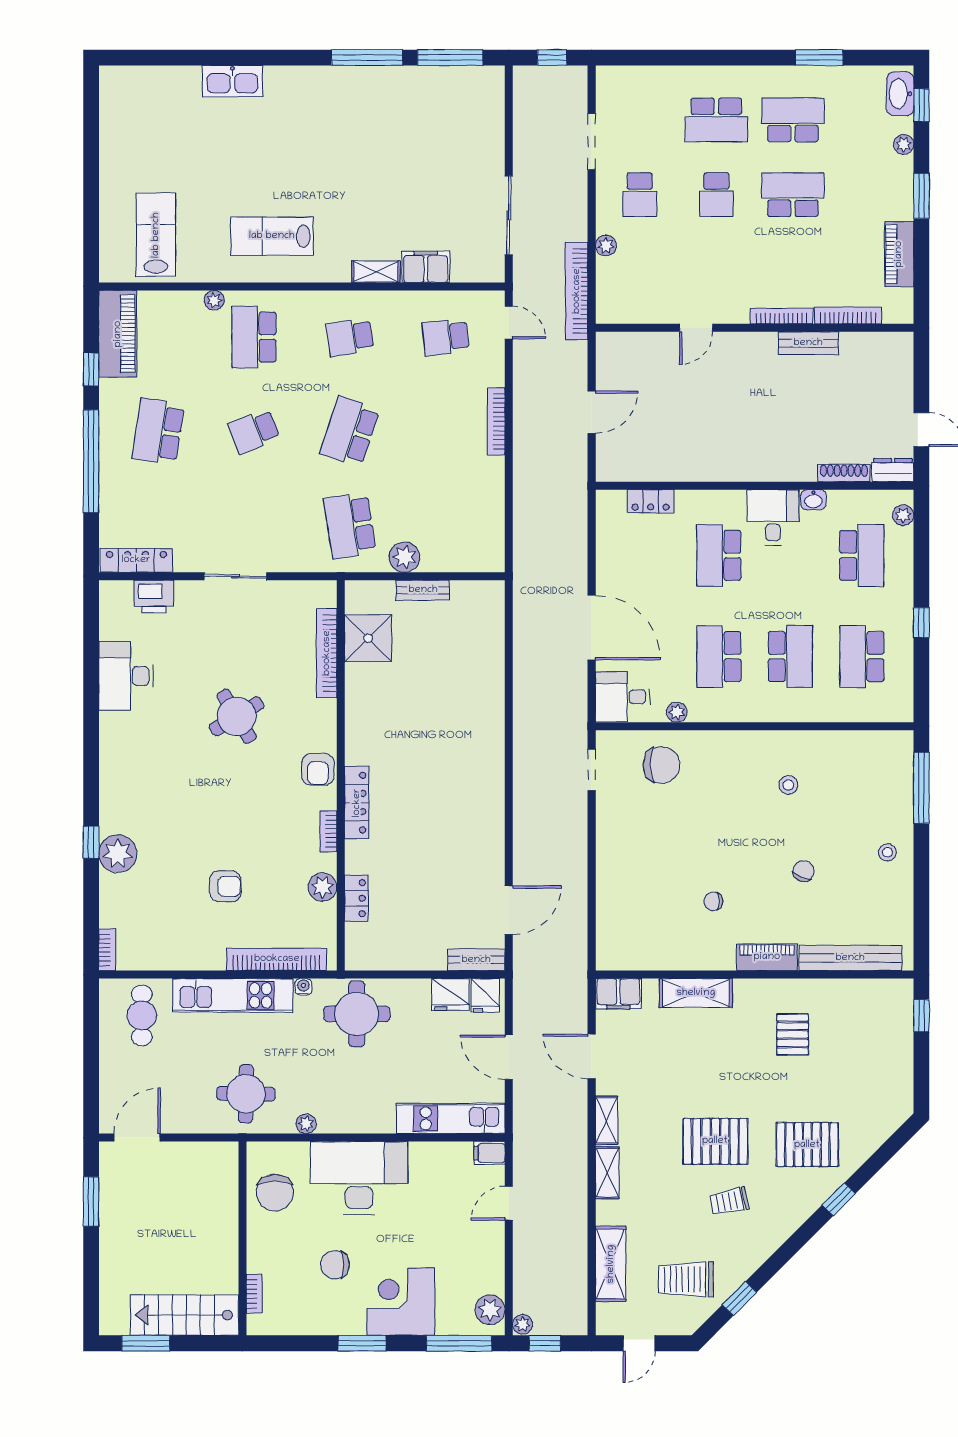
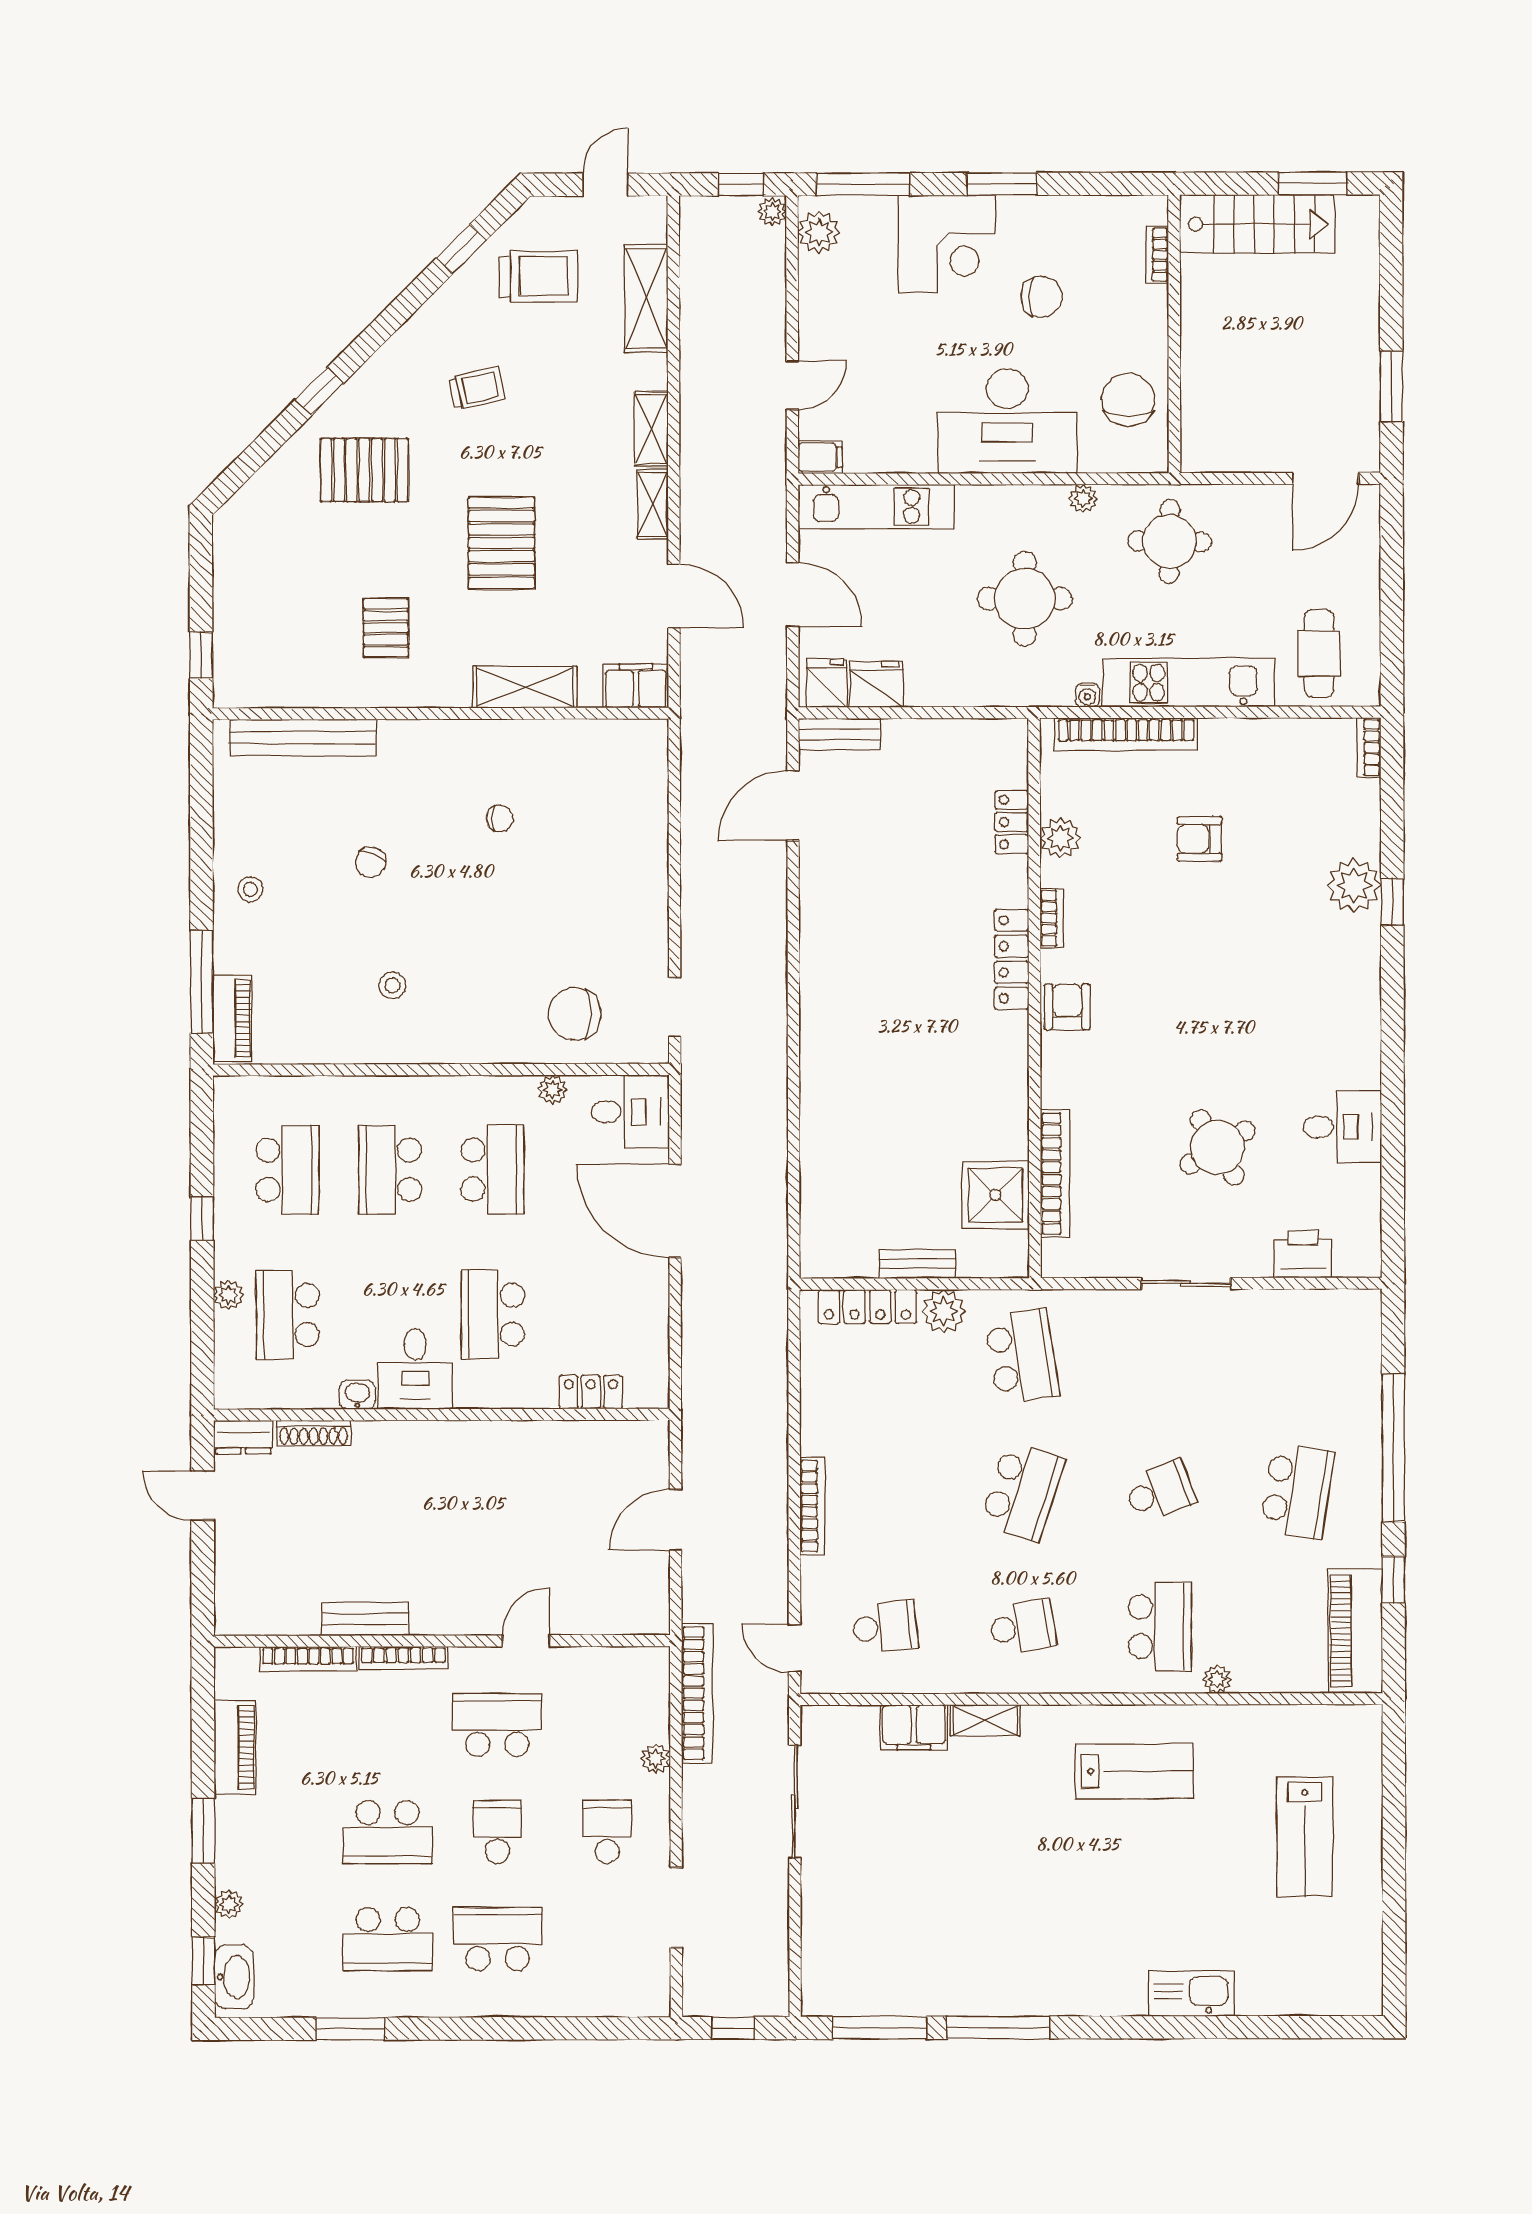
lab bench: (156, 235) -> (1305, 1837), moved
school desk: (716, 269) -> (497, 1725), added
plant: (903, 515) -> (228, 1295), moved
school desk: (719, 555) -> (493, 1315), turned 180
locker: (136, 560) -> (867, 1307), moved
desk: (126, 676) -> (1343, 1127), width x0.73
round table: (237, 716) -> (1217, 1148), moved
piano: (767, 957) -> (232, 1018), moved, turned -90
round table: (357, 1014) -> (1025, 599), moved
pallet: (715, 1141) -> (502, 543), moved, turned 90

